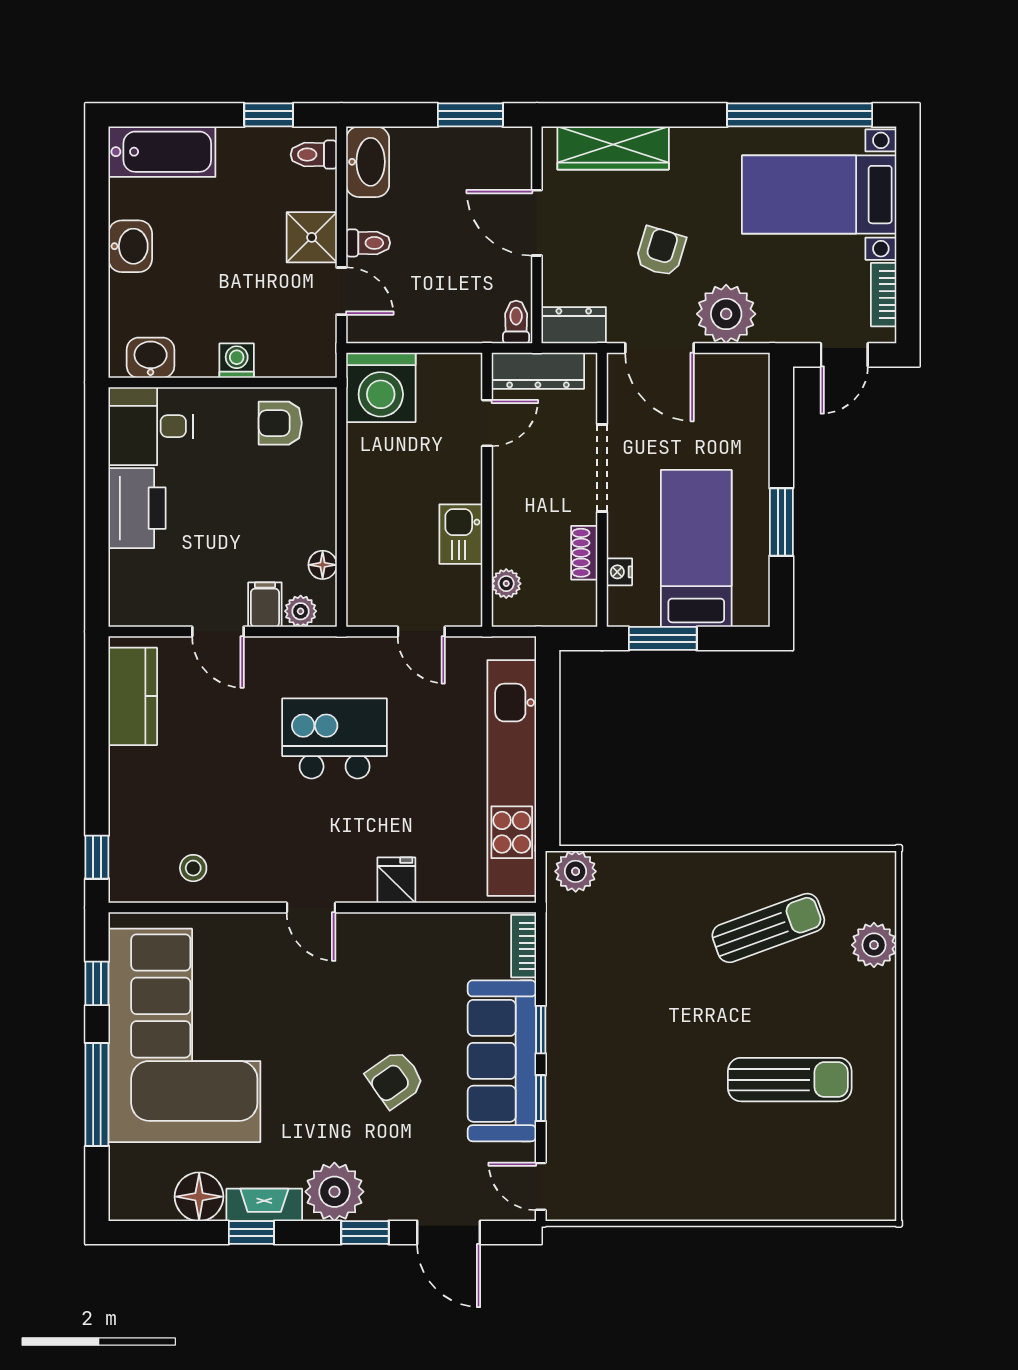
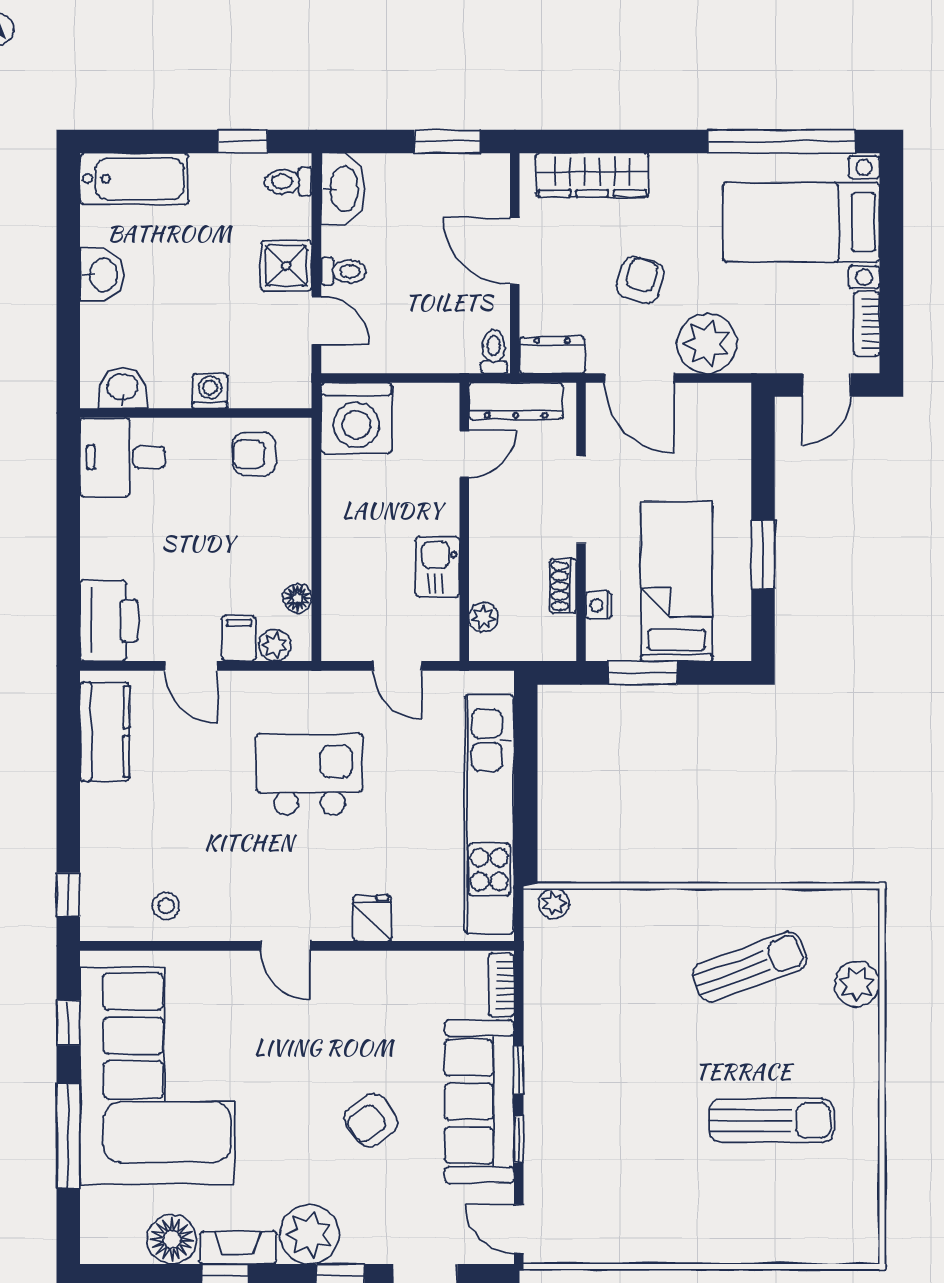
printer: (137, 508) -> (109, 621), moved
plant: (576, 871) -> (554, 904), width x0.73, depth x0.73

